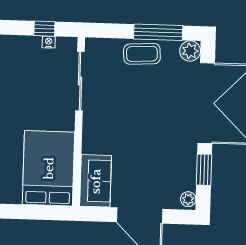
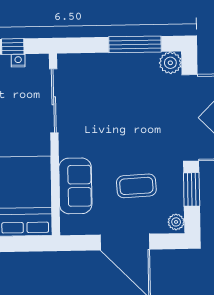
coffee table: (142, 54) -> (136, 186), moved
sofa: (96, 181) -> (75, 186), moved

